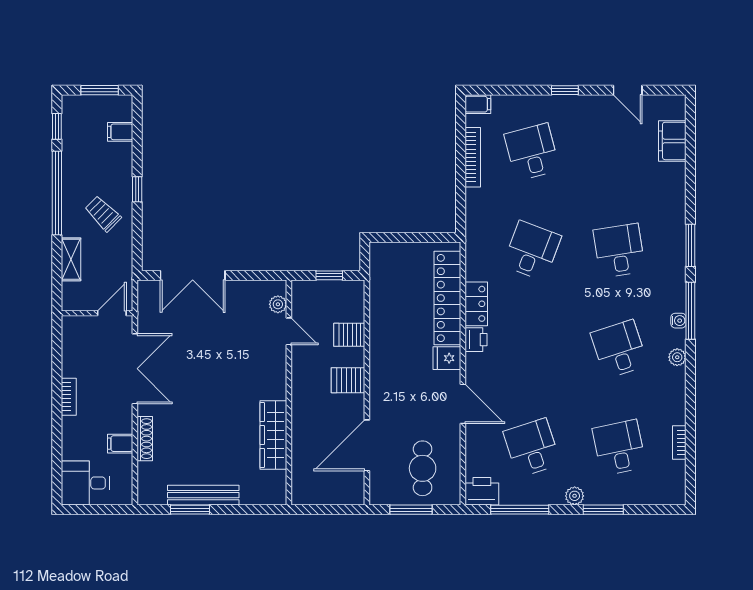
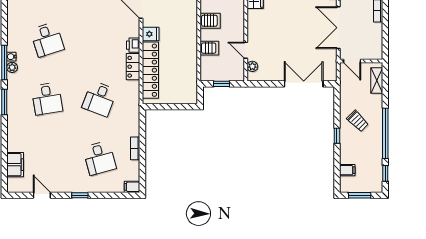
bookcase: (473, 157) -> (135, 148), width x0.64
shelving: (71, 259) -> (377, 80), moved
door: (112, 313) -> (352, 61), hinge flipped
plant: (677, 357) -> (12, 67), moved

